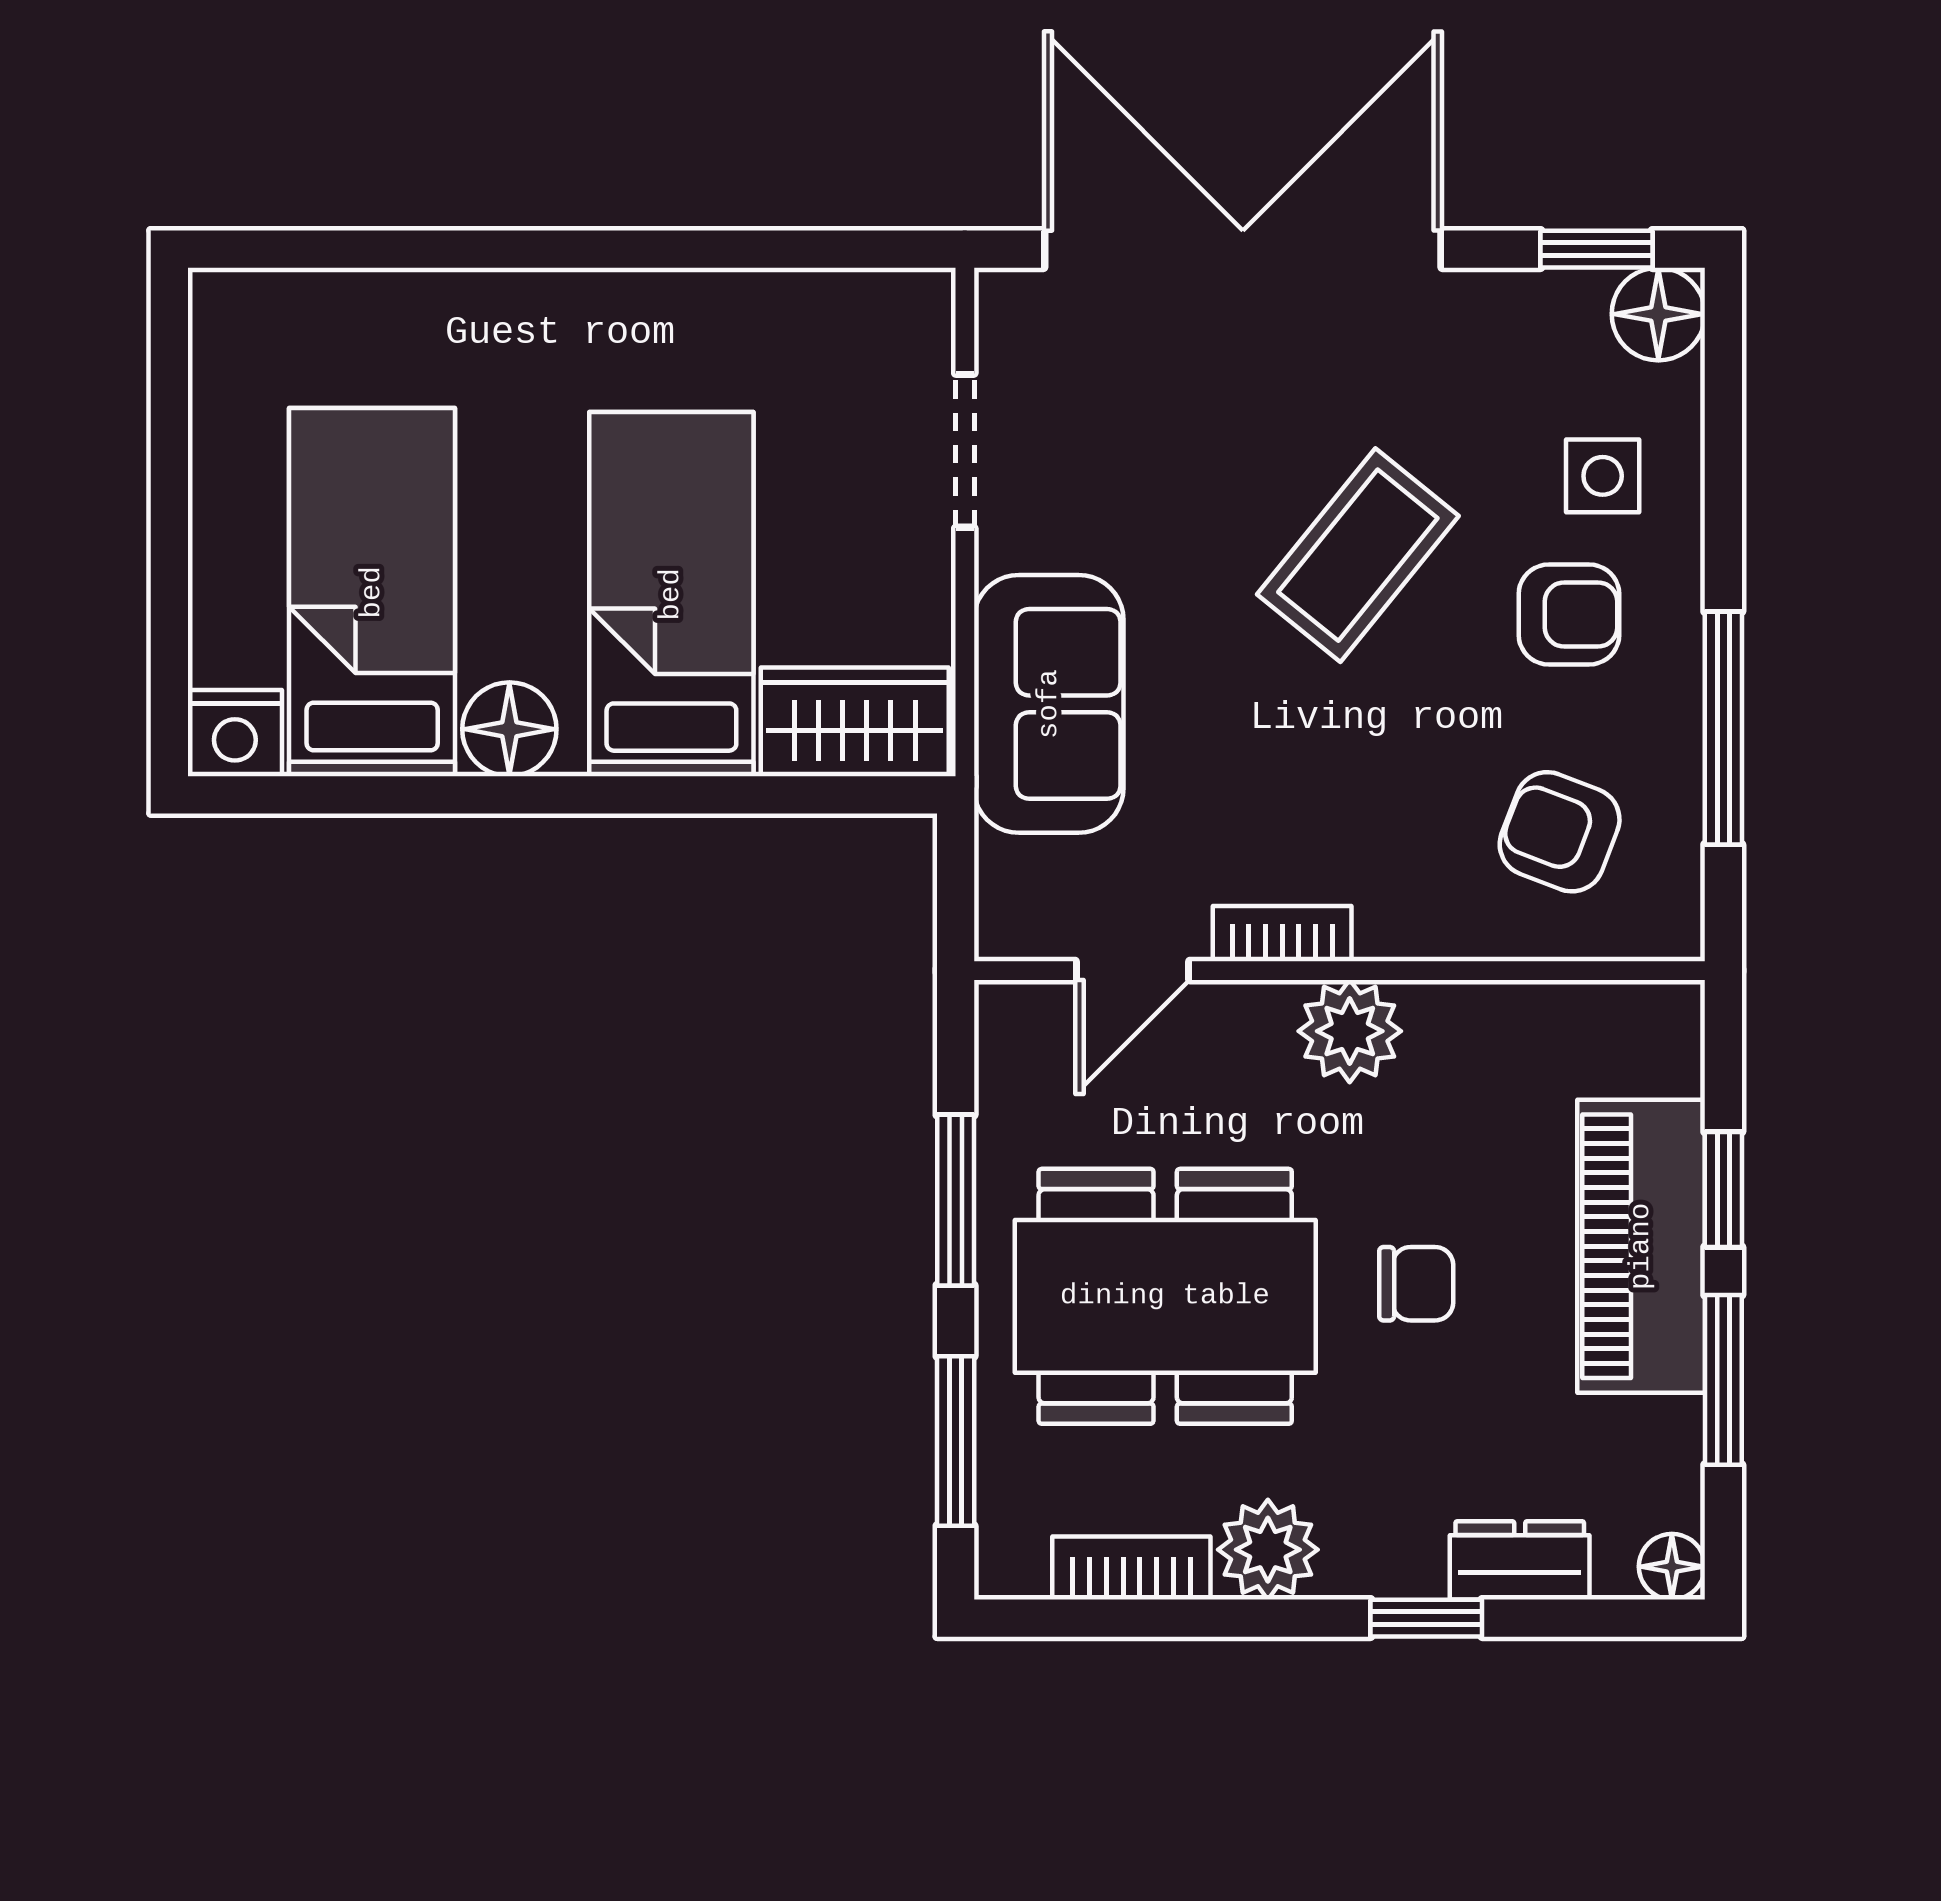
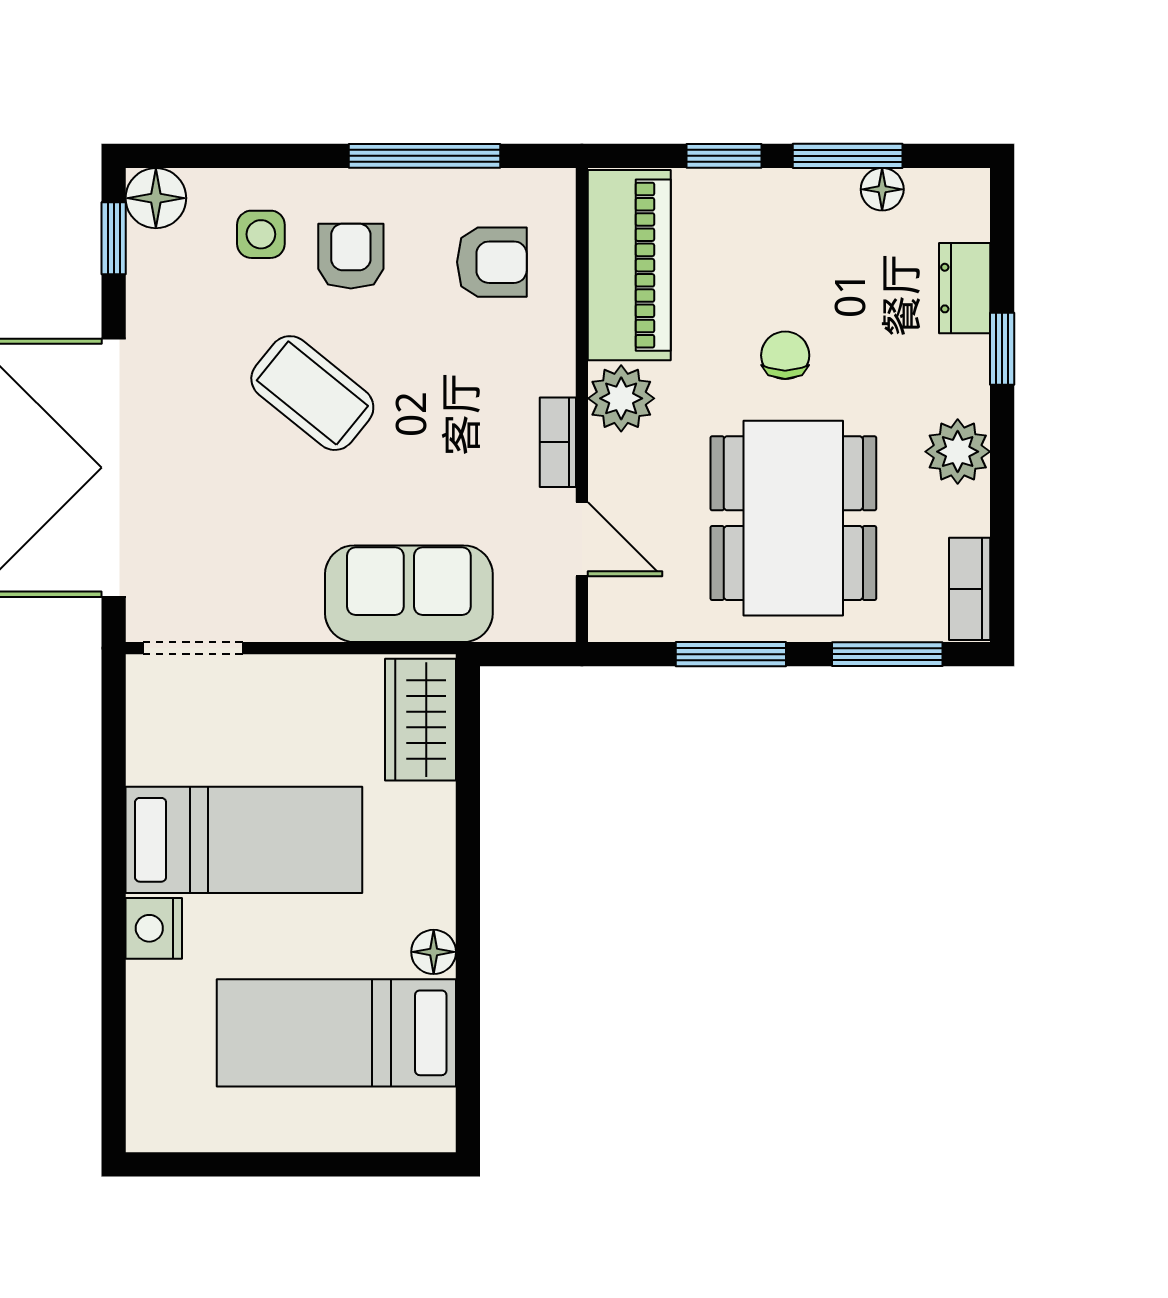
doorway: (965, 451) -> (193, 648), moved
bed: (671, 594) -> (244, 840), moved, turned 180
floor lamp: (509, 729) -> (434, 952), width x0.73, depth x0.73
nightstand: (235, 733) -> (154, 928), moved, turned 180
armchair: (1560, 832) -> (492, 262), turned -111
piano: (1641, 1246) -> (629, 265), moved, turned -90
floor lamp: (1672, 1567) -> (882, 189), moved
bookcase: (1131, 1568) -> (970, 589), moved

